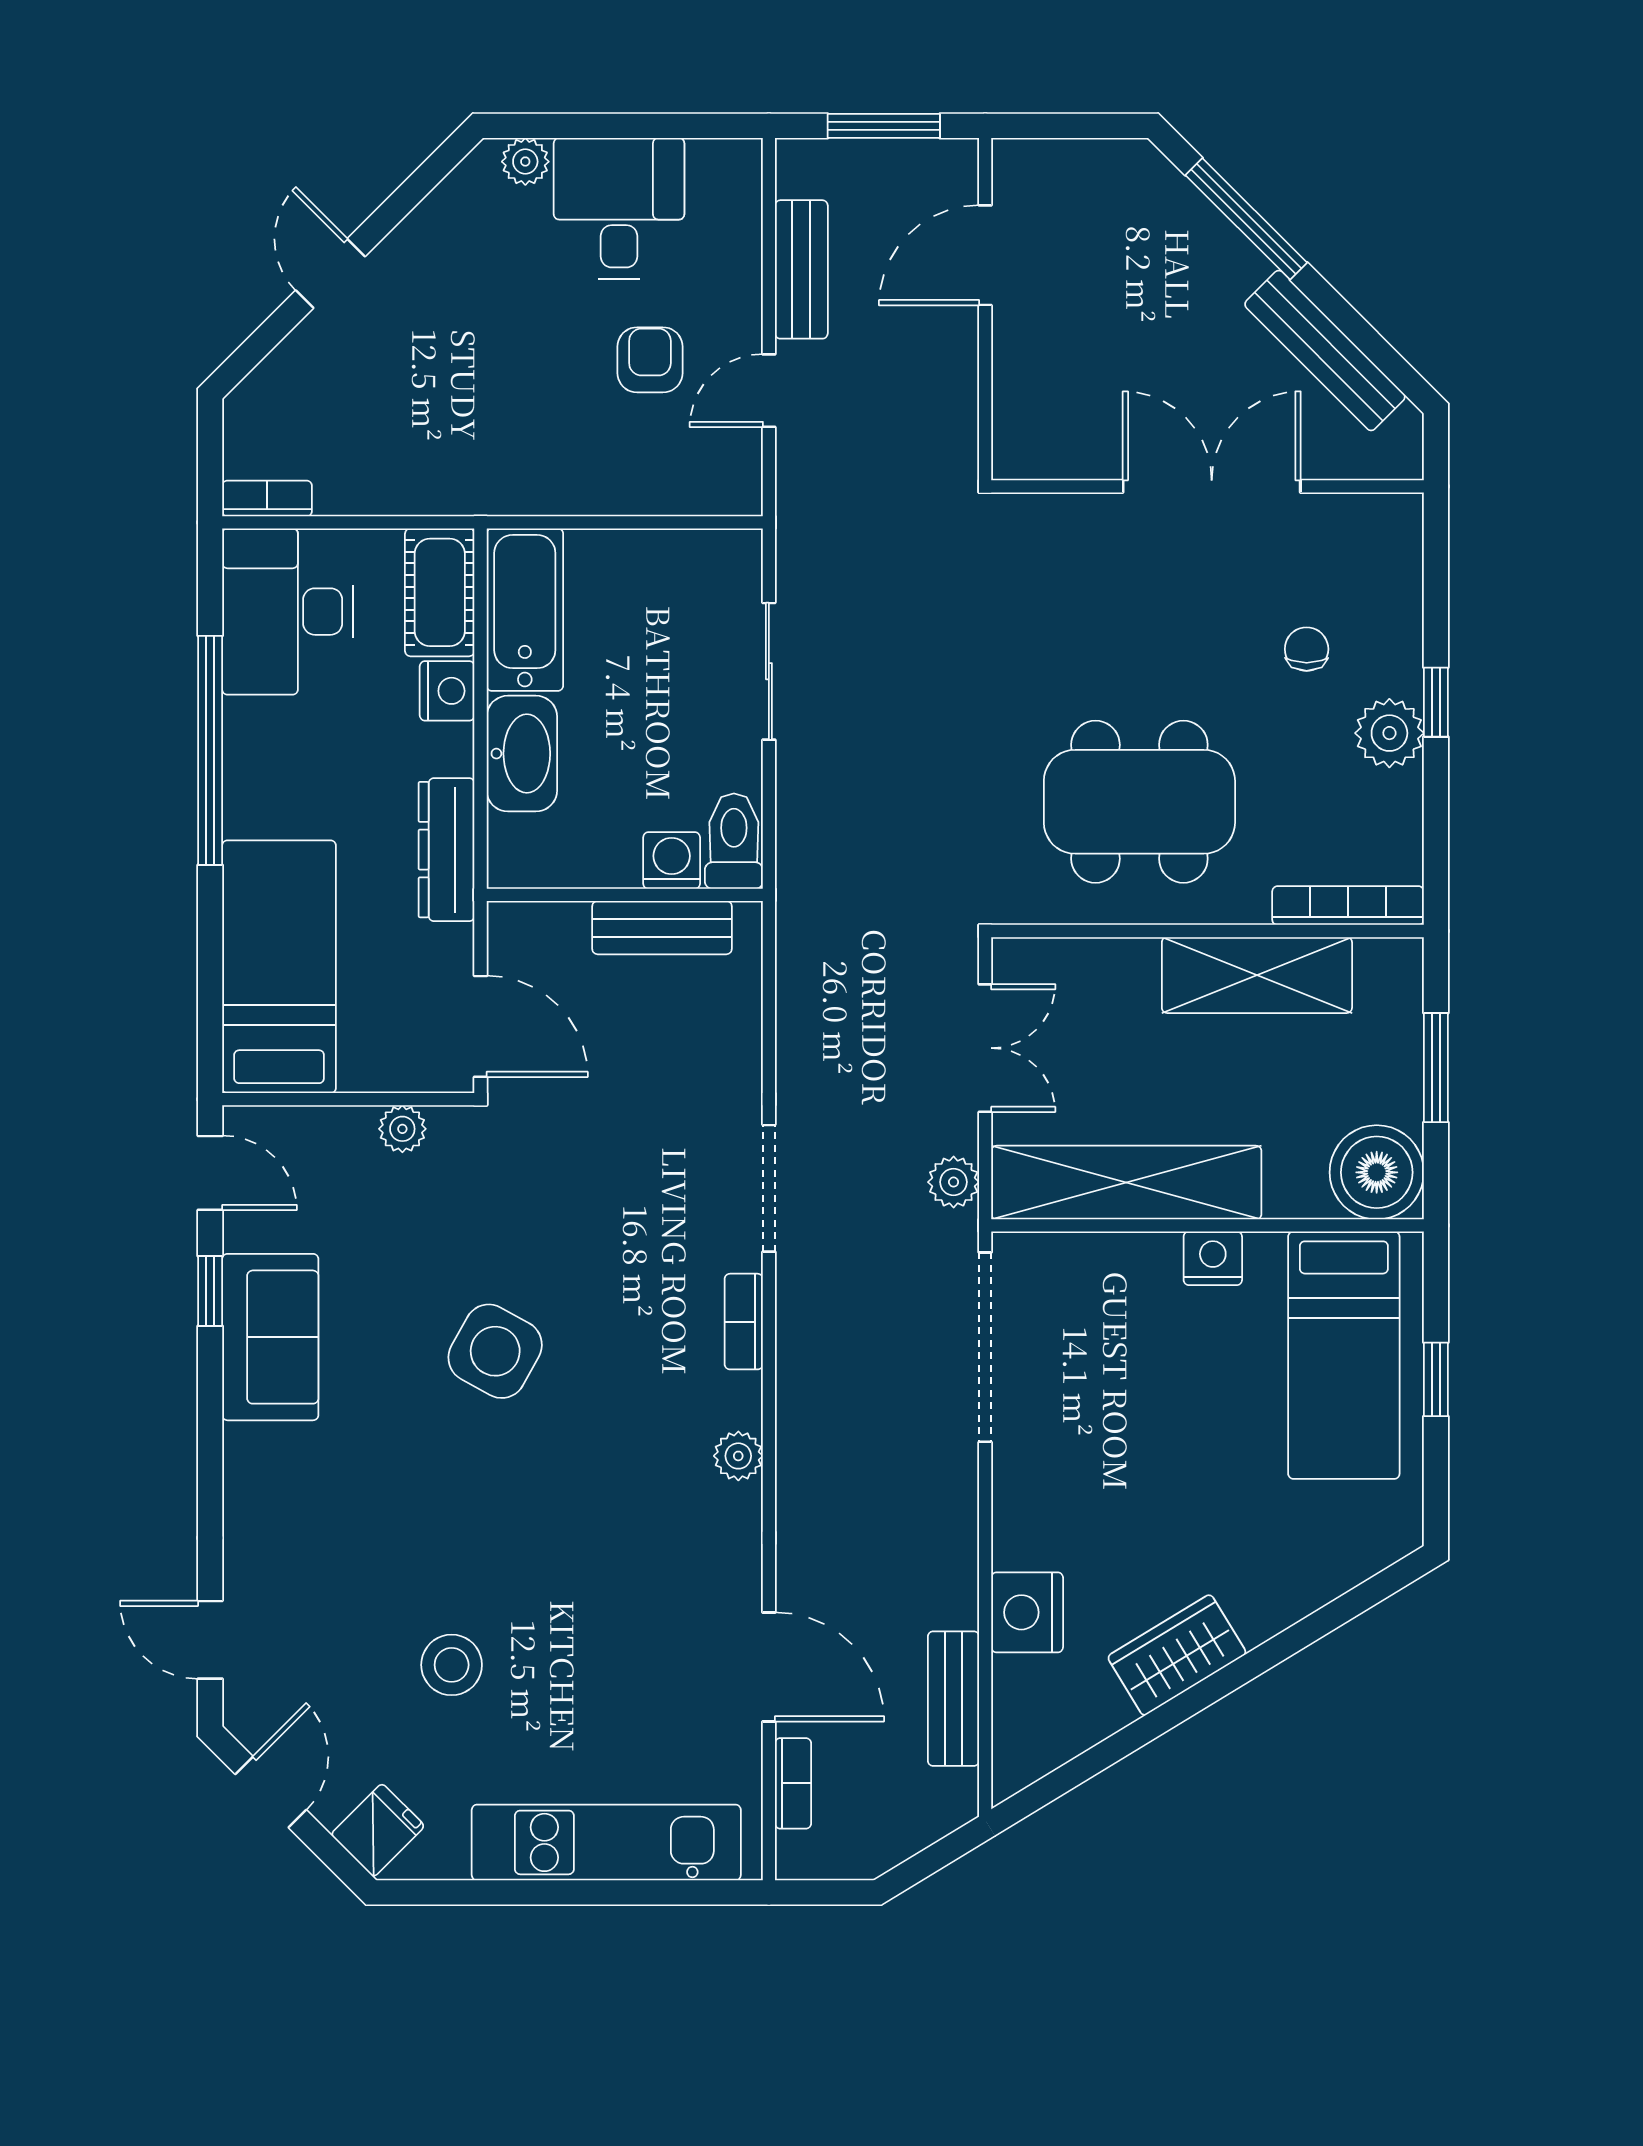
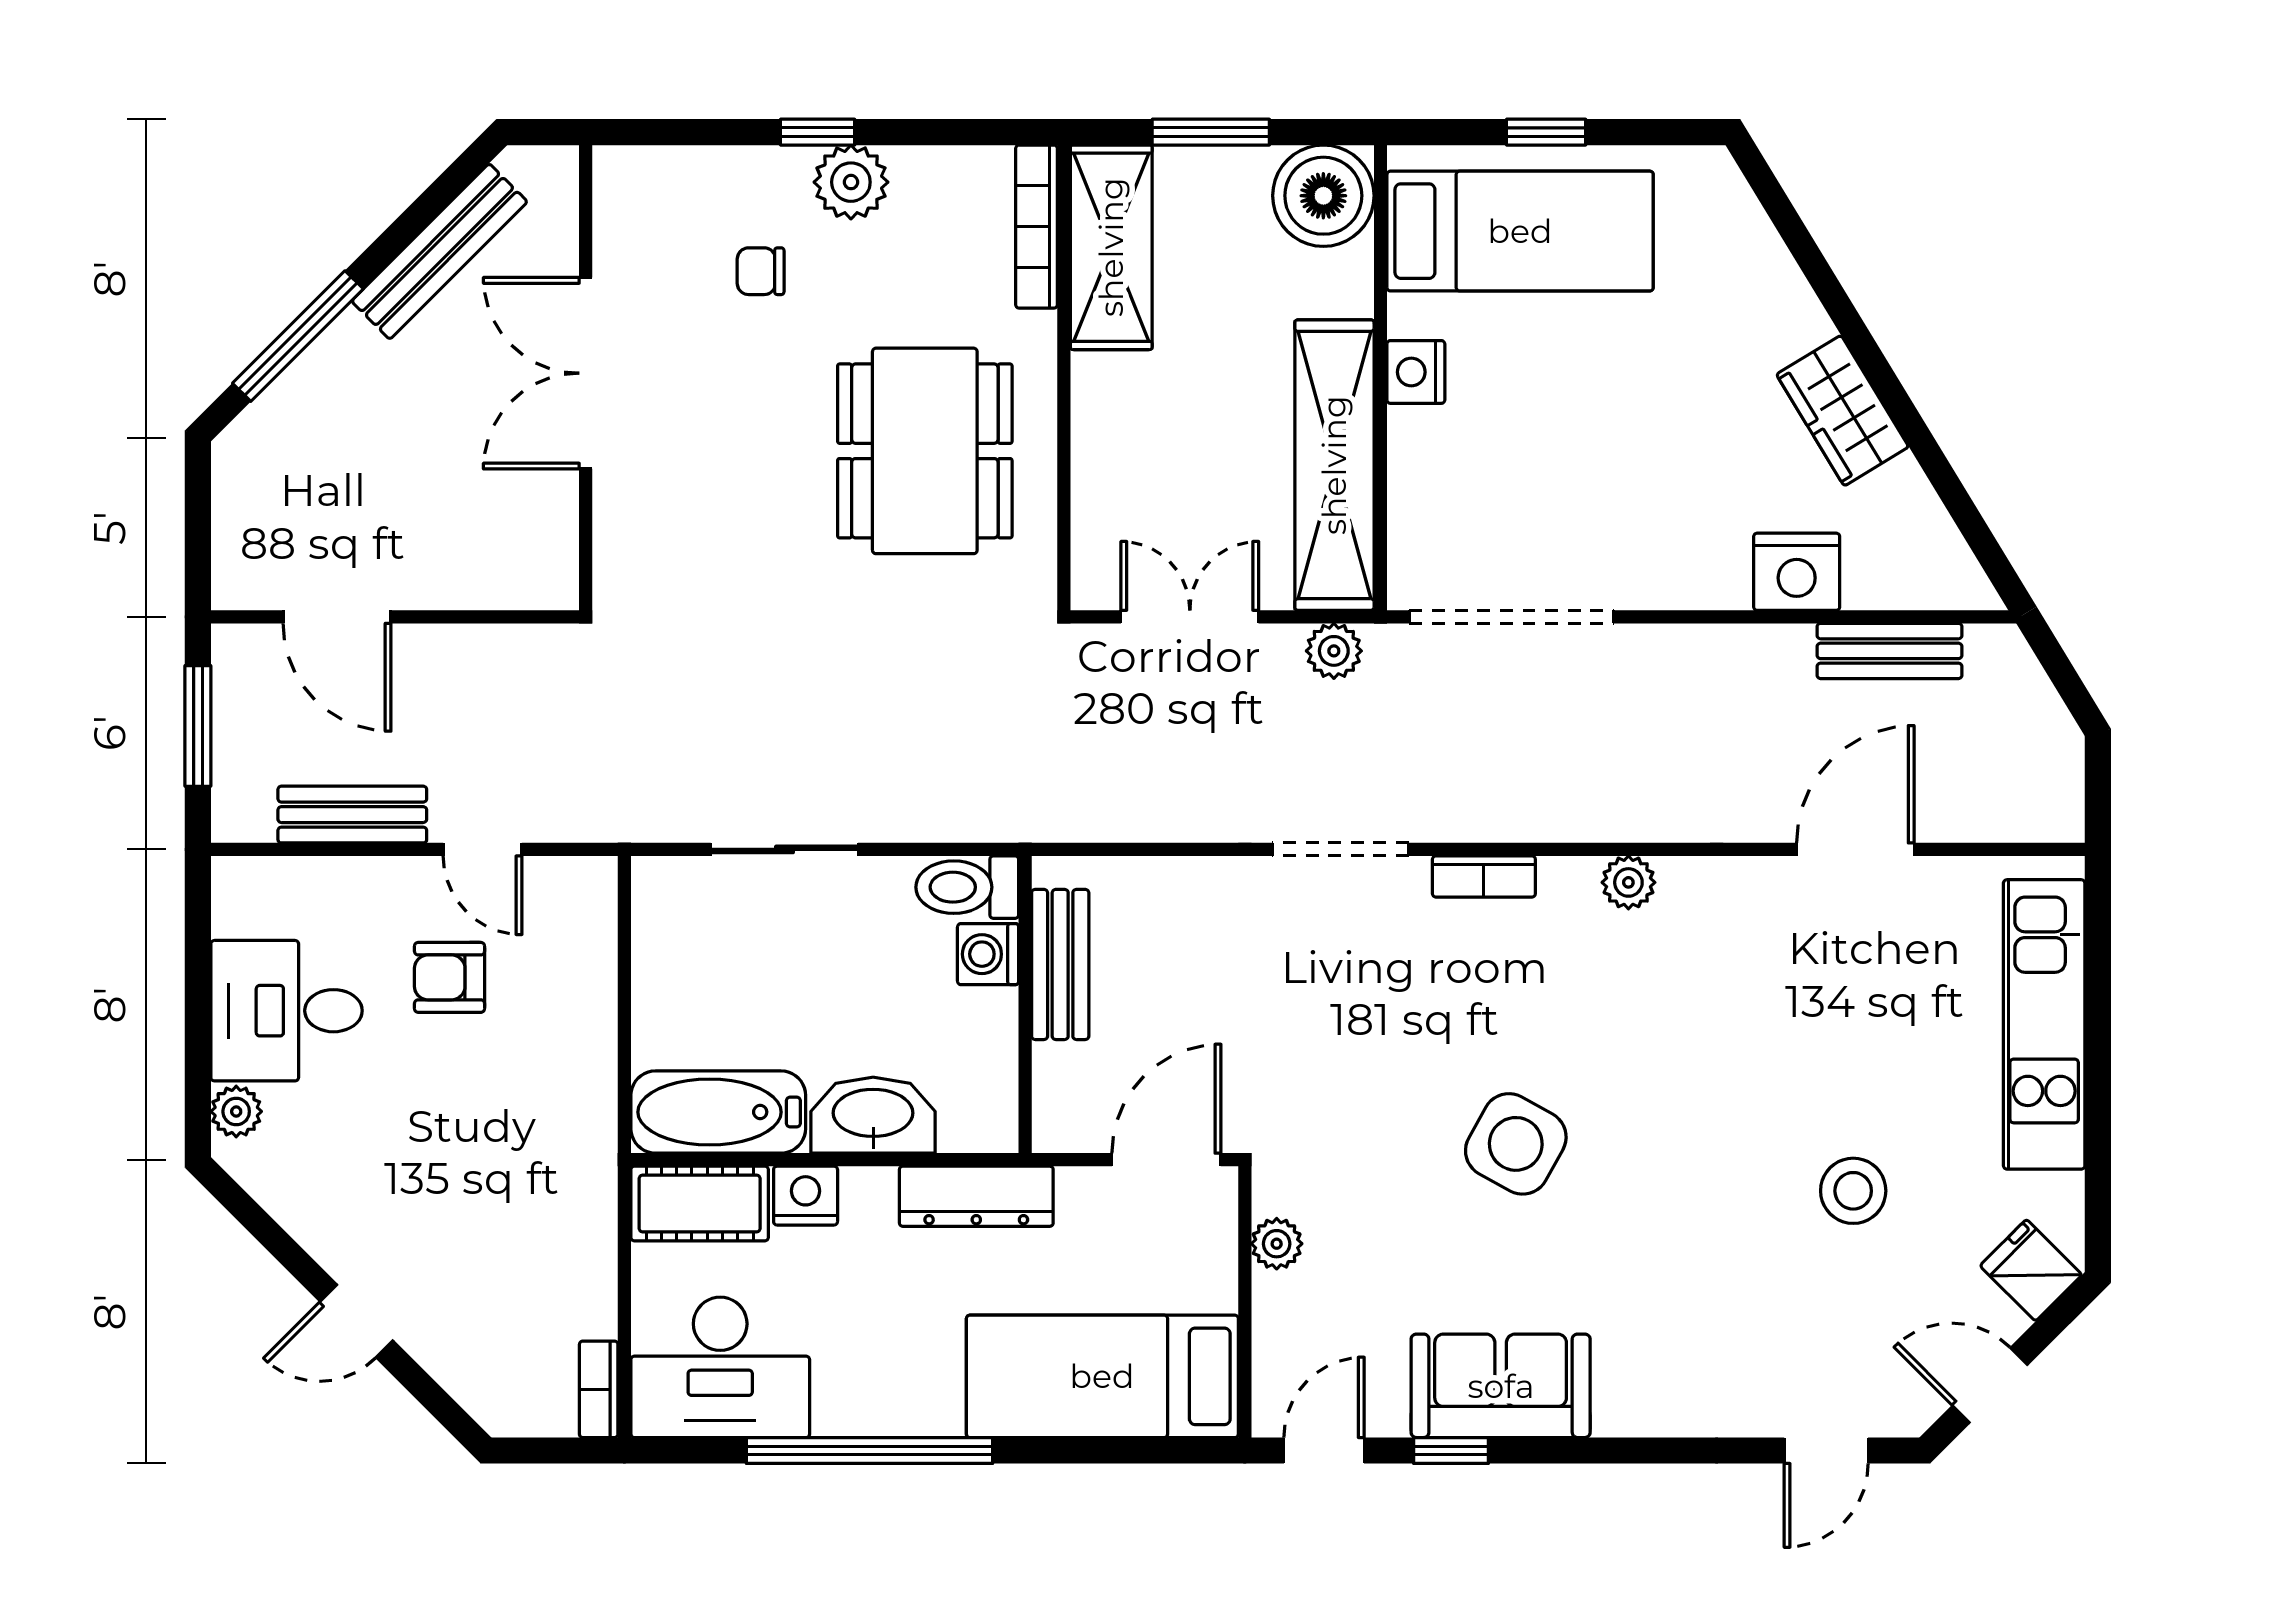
shelving: (1257, 975) -> (1111, 247), moved
bookcase: (793, 1783) -> (1981, 824), removed

